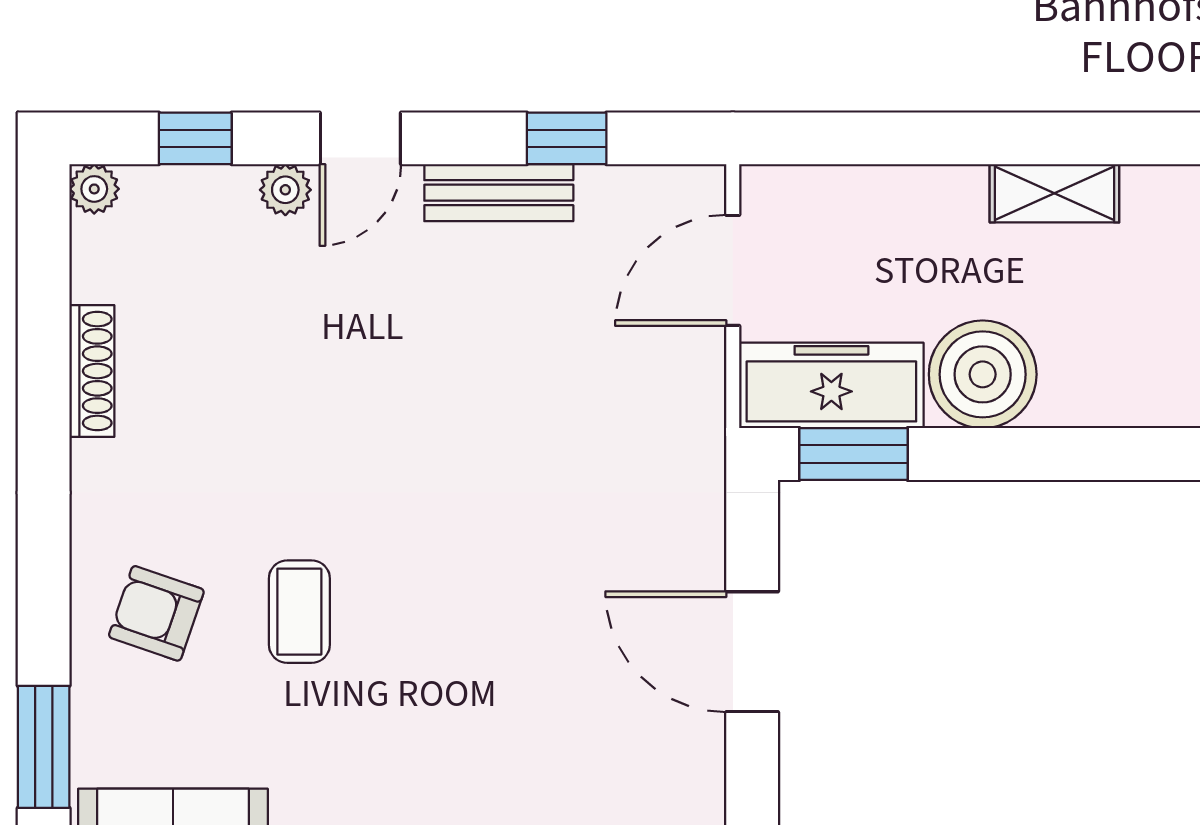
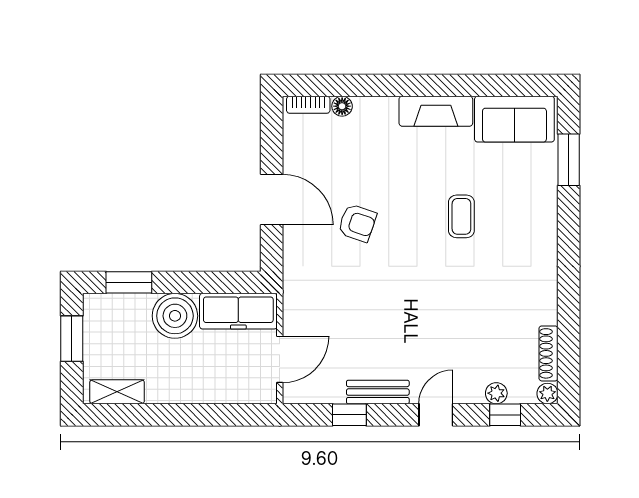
plant: (285, 190) -> (496, 393), moved
shelving: (1054, 193) -> (117, 392), moved
shoe rack: (92, 371) -> (548, 353), moved
window: (853, 454) -> (129, 282), moved
armchair: (156, 613) -> (357, 223), moved

